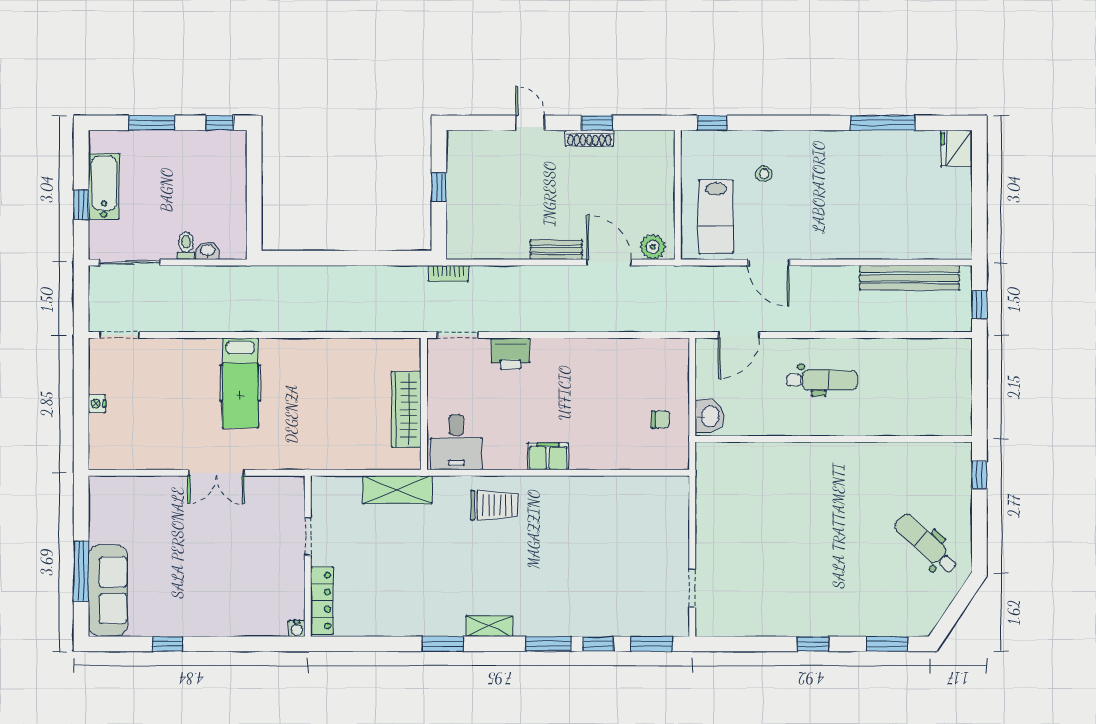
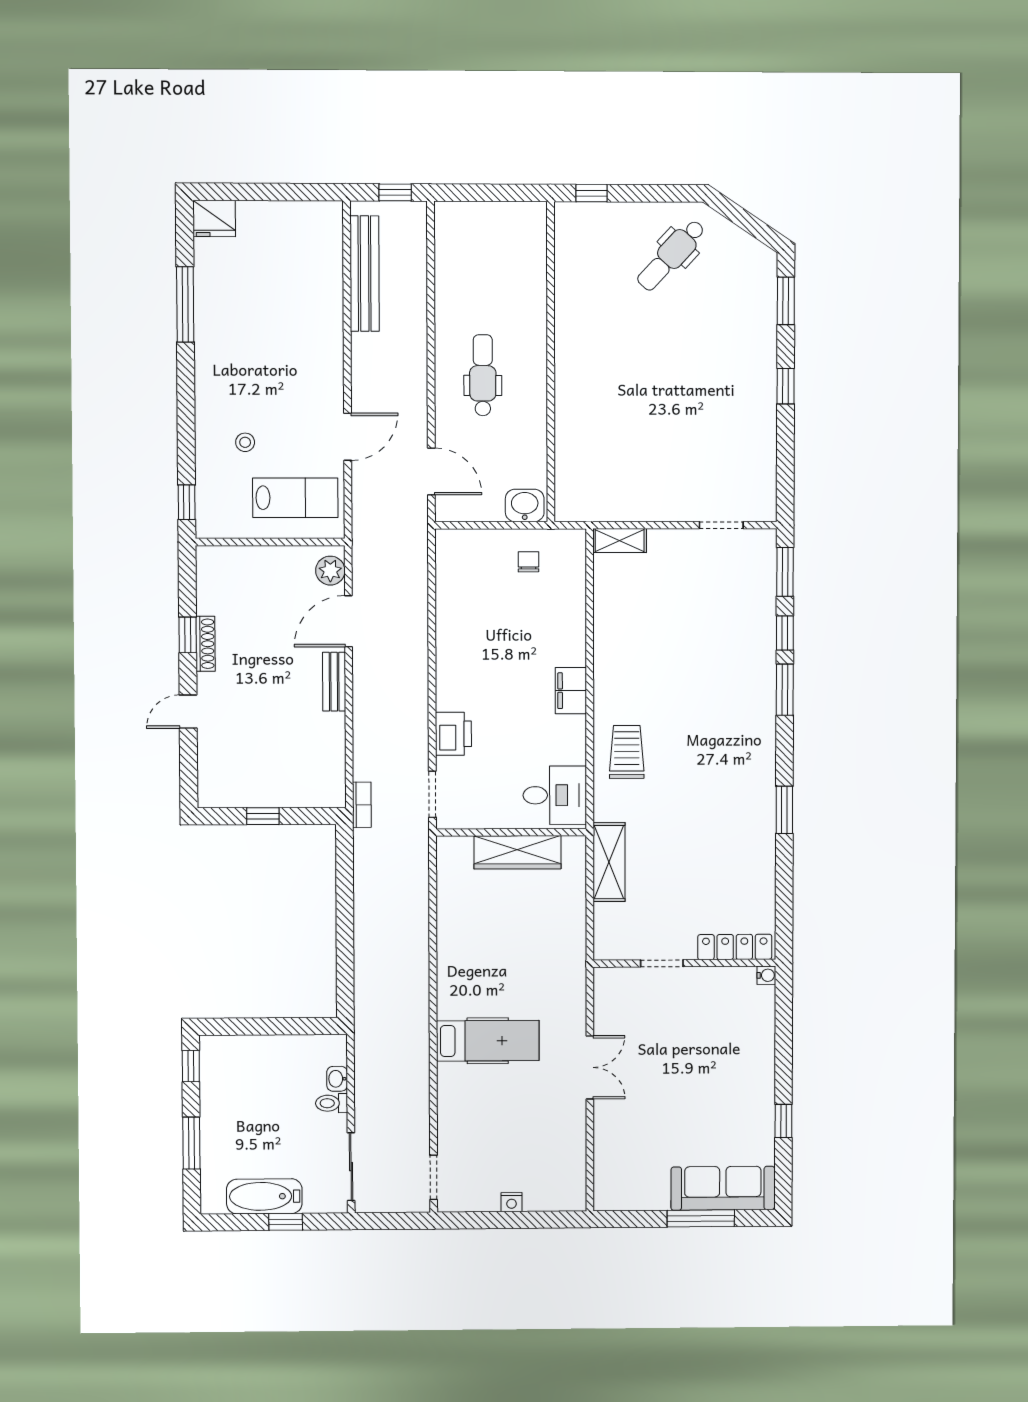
shelving: (489, 626) -> (620, 541), moved, turned 90

